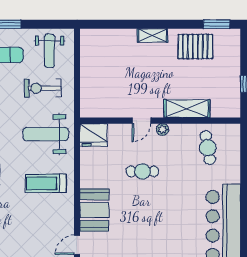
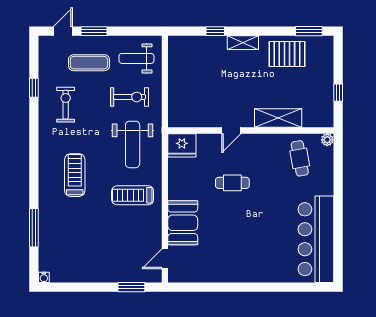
window: (126, 24) -> (215, 31), added
weight bench: (49, 51) -> (136, 58), turned 90
exercise bike: (43, 88) -> (130, 97), turned 180
plant: (162, 130) -> (327, 140), moved
weight bench: (46, 134) -> (133, 144), turned -90

